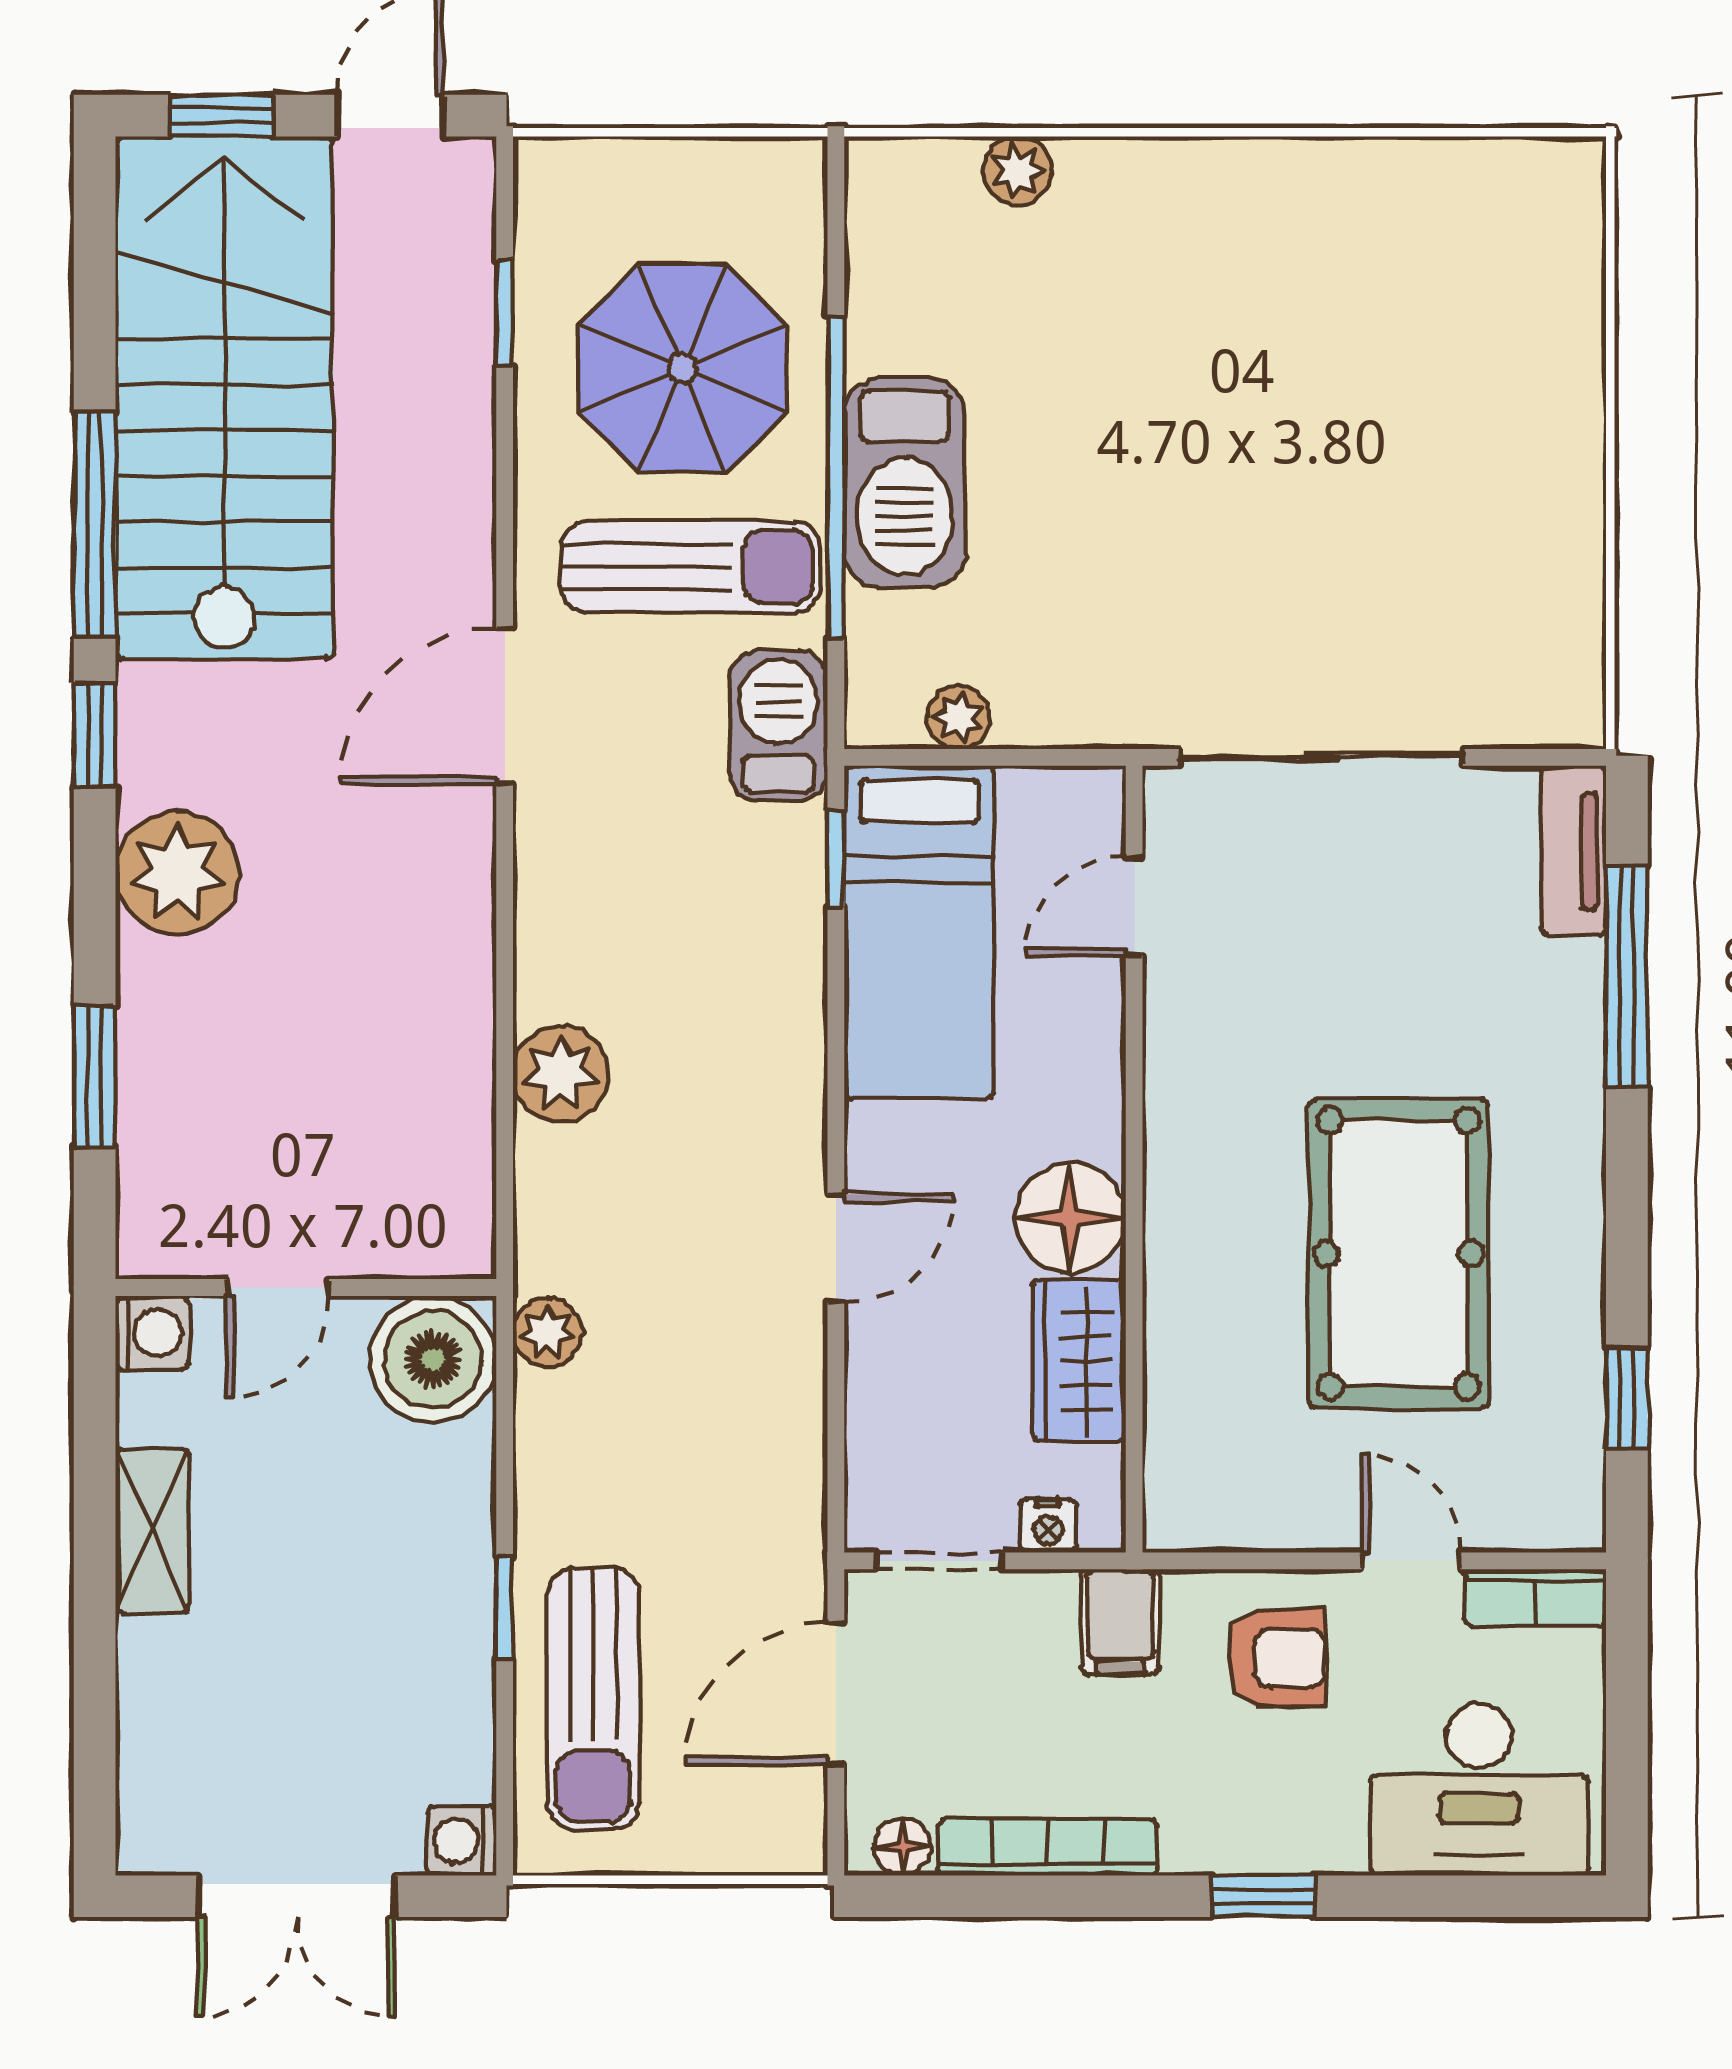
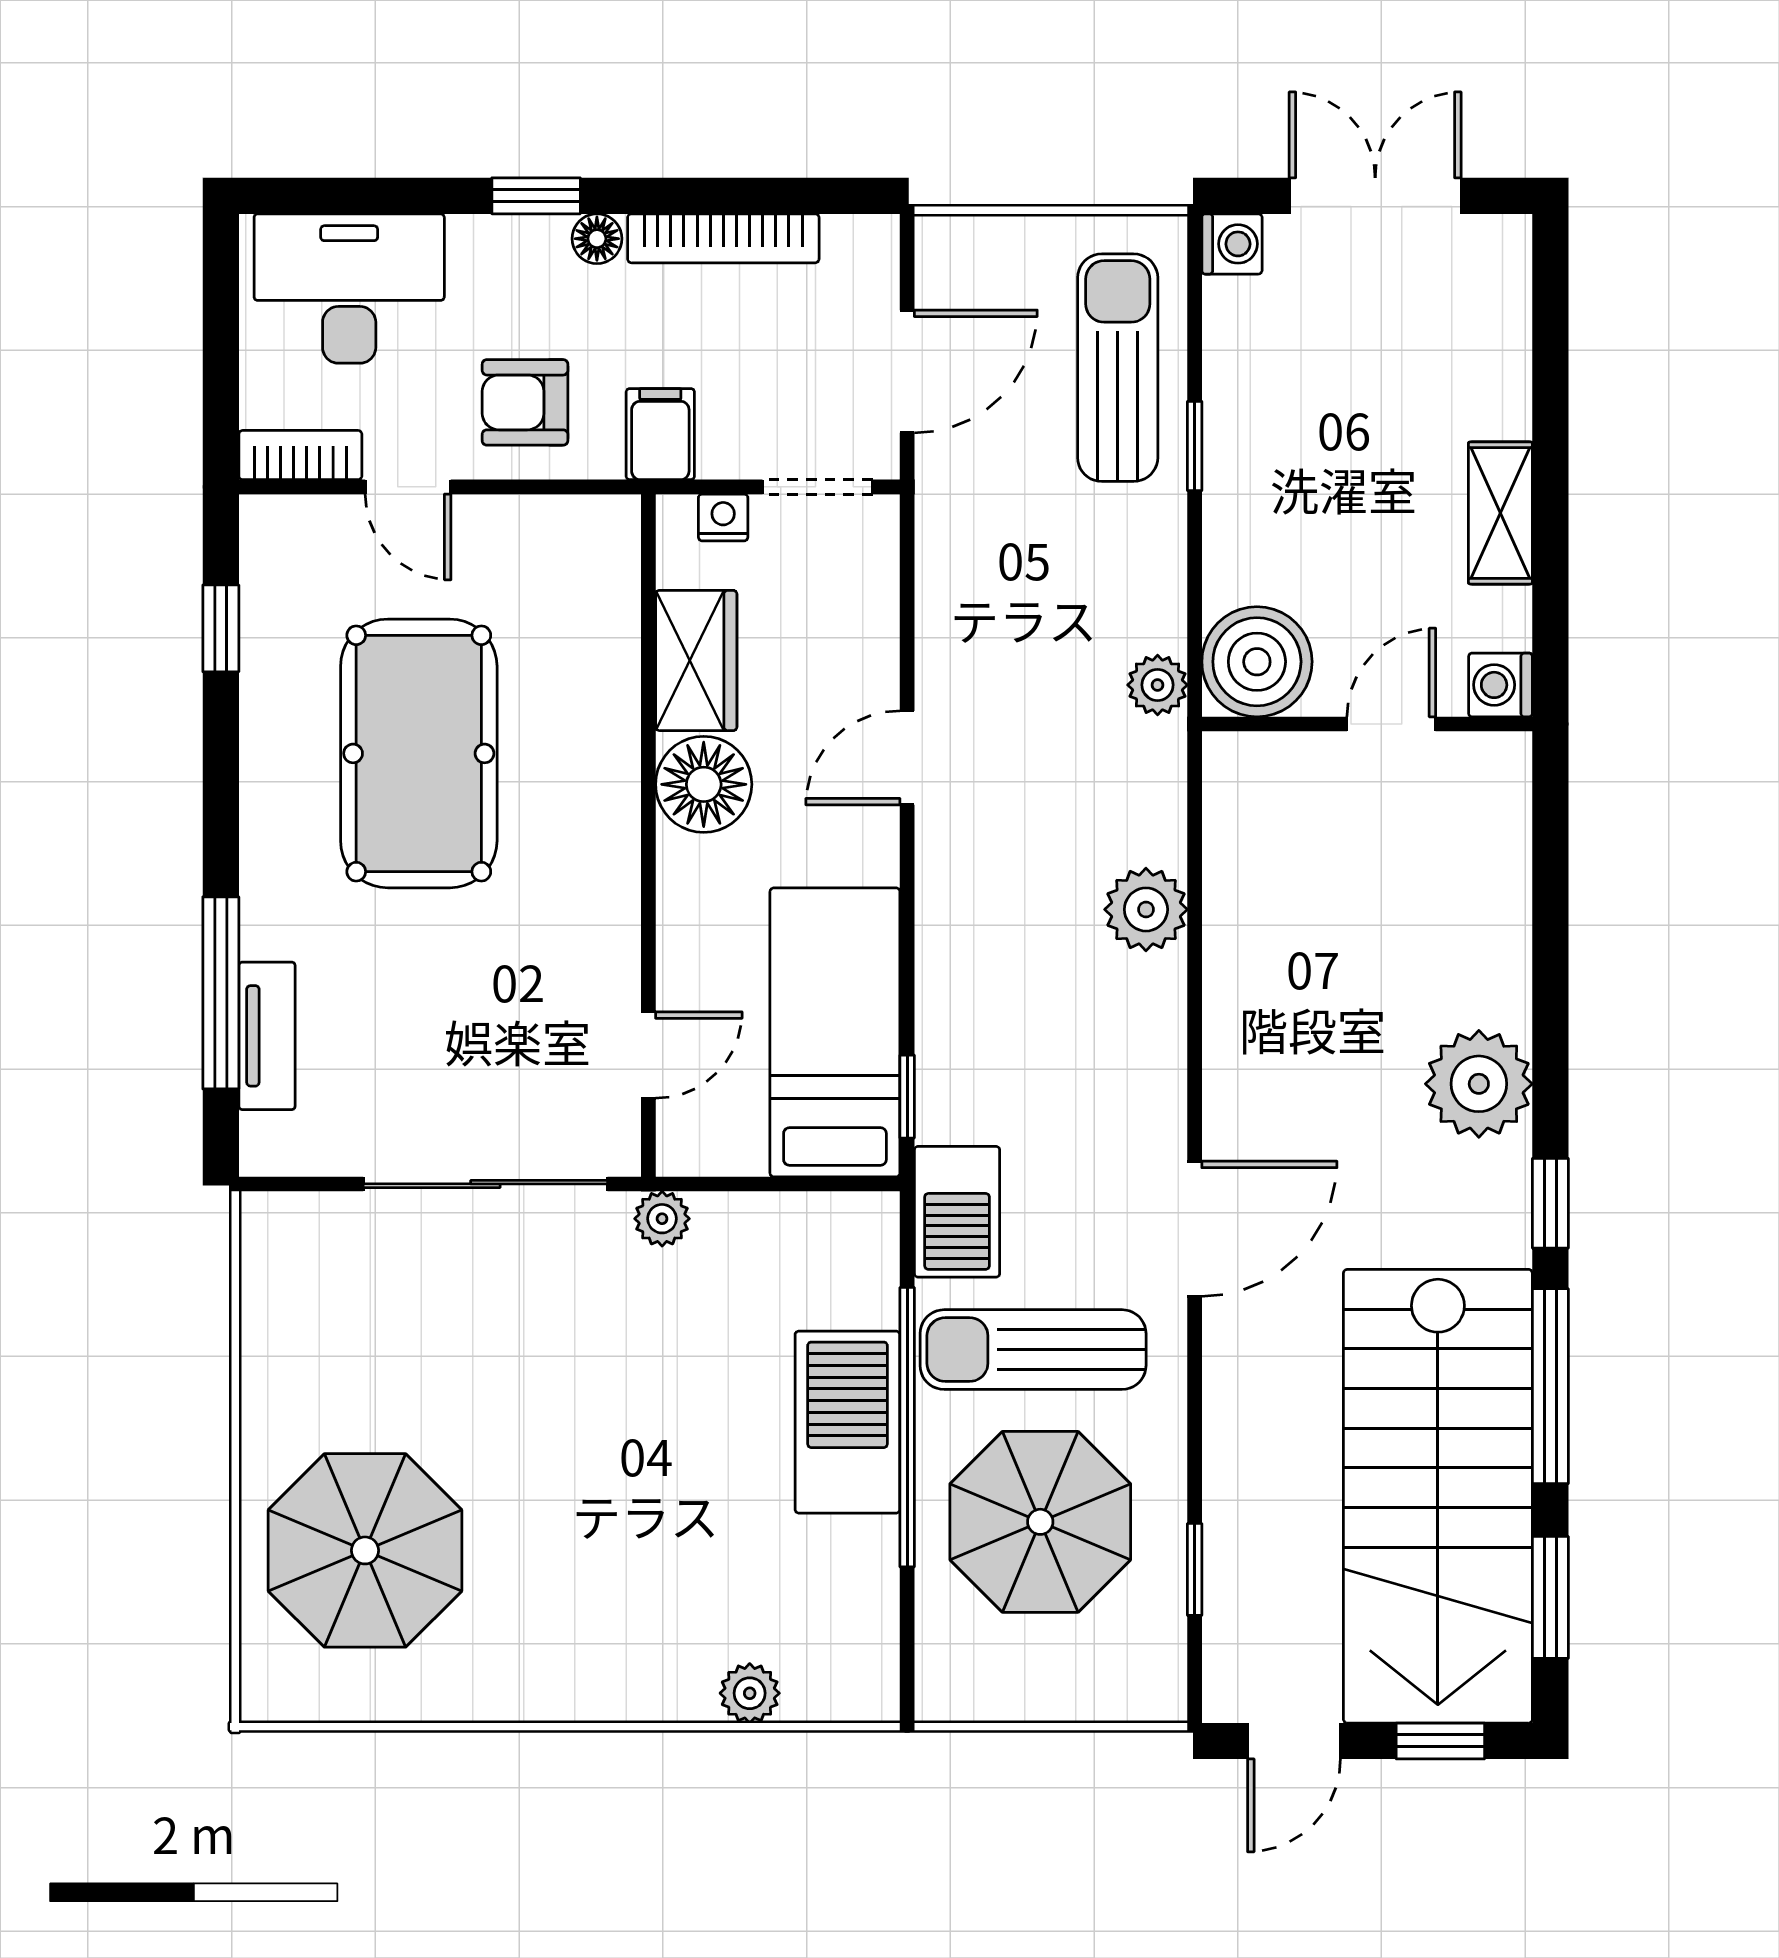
parasol: (1461, 335) -> (365, 1550), added
plant: (958, 717) -> (662, 1219), moved
tv unit: (1574, 851) -> (267, 1036), moved
window: (95, 1077) -> (1550, 1597), moved
floor lamp: (902, 1847) -> (597, 239), moved

